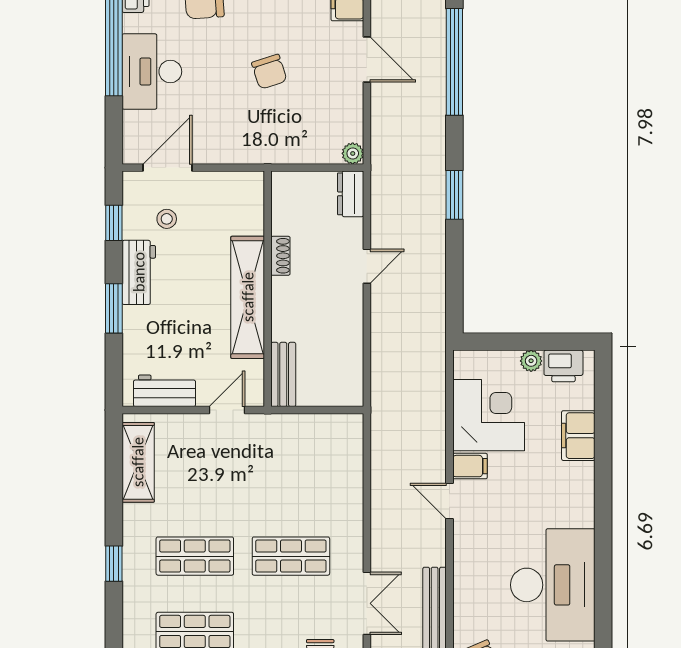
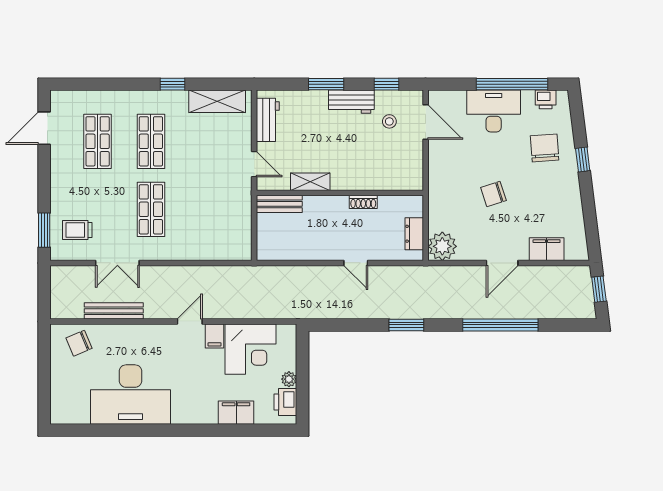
plant: (353, 153) -> (442, 246), width x1.88, depth x1.88
dresser: (351, 194) -> (414, 234), moved, turned -90
shelving: (248, 297) -> (310, 182), width x0.45, depth x0.75
window: (114, 564) -> (173, 84), moved

